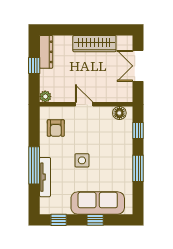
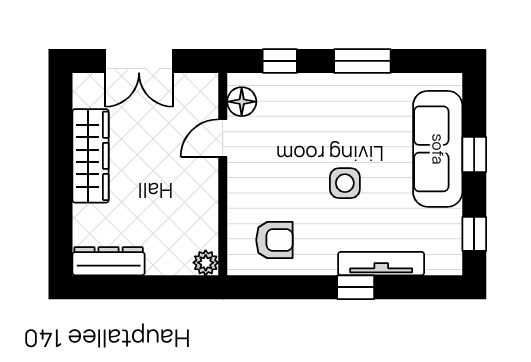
window: (34, 66) -> (138, 287), removed
door: (84, 104) -> (223, 138), moved
window: (34, 165) -> (356, 287), width x0.46

